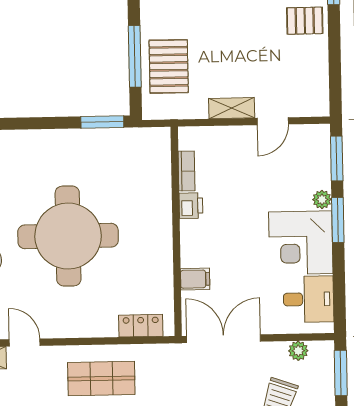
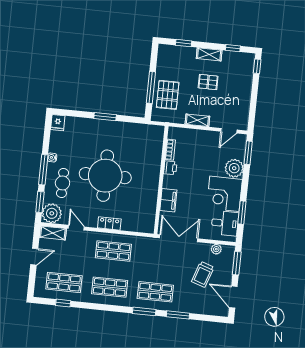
pallet: (305, 21) -> (208, 82), moved
door: (273, 121) -> (229, 131), moved
window: (102, 122) -> (105, 117), moved
plant: (322, 199) -> (234, 168), width x1.87, depth x1.87
window: (338, 220) -> (242, 213), moved
filing cabinet: (195, 279) -> (168, 200), width x2.00
locker: (141, 326) -> (109, 223), moved

